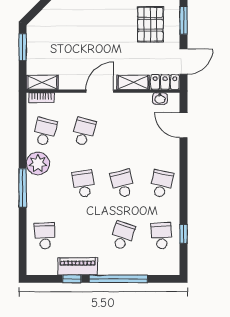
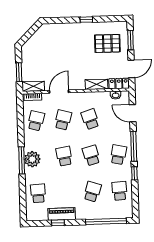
pallet: (150, 24) -> (107, 43), turned 90
window: (23, 47) -> (19, 72), moved
door: (100, 91) -> (59, 92), moved
school desk: (123, 132) -> (90, 119), added
plant: (38, 163) -> (32, 159), moved
window: (184, 173) -> (134, 146), added
window: (184, 234) -> (134, 173), moved
window: (118, 279) -> (106, 221), moved

